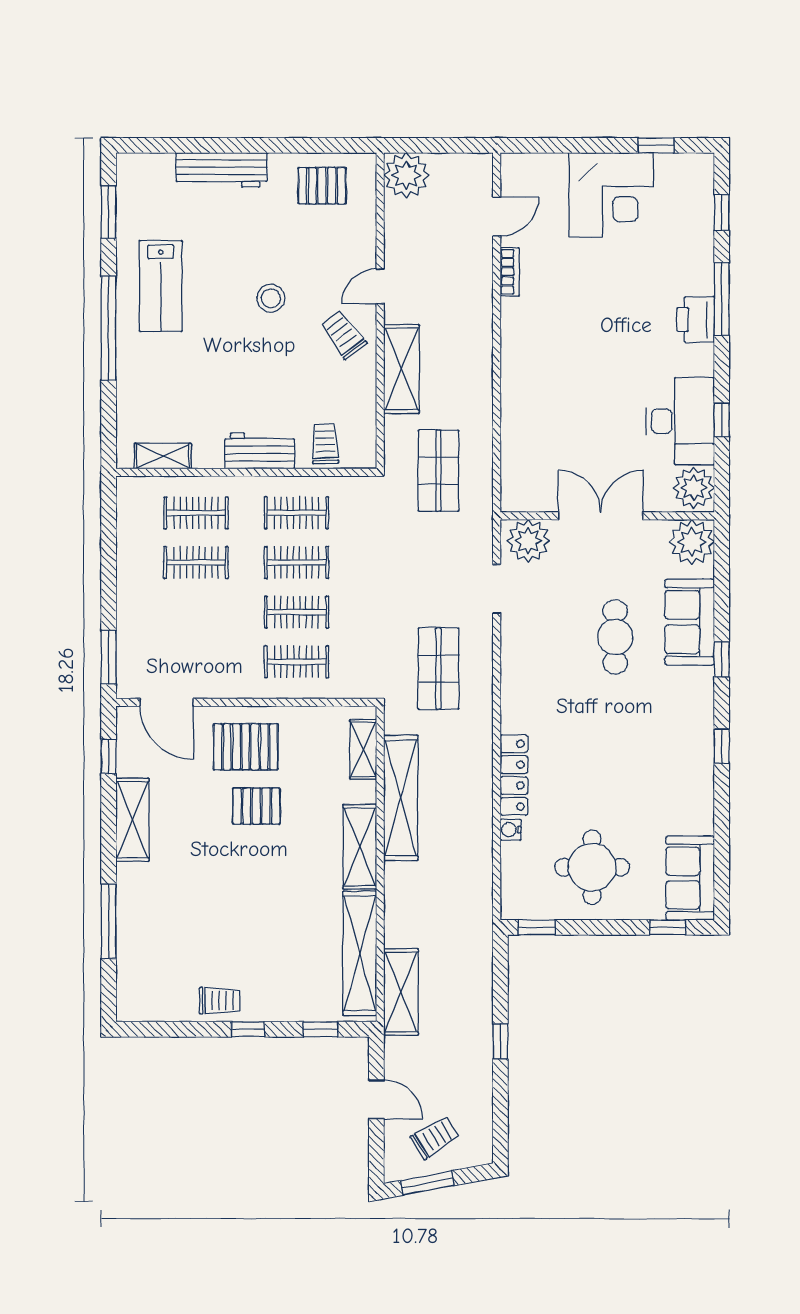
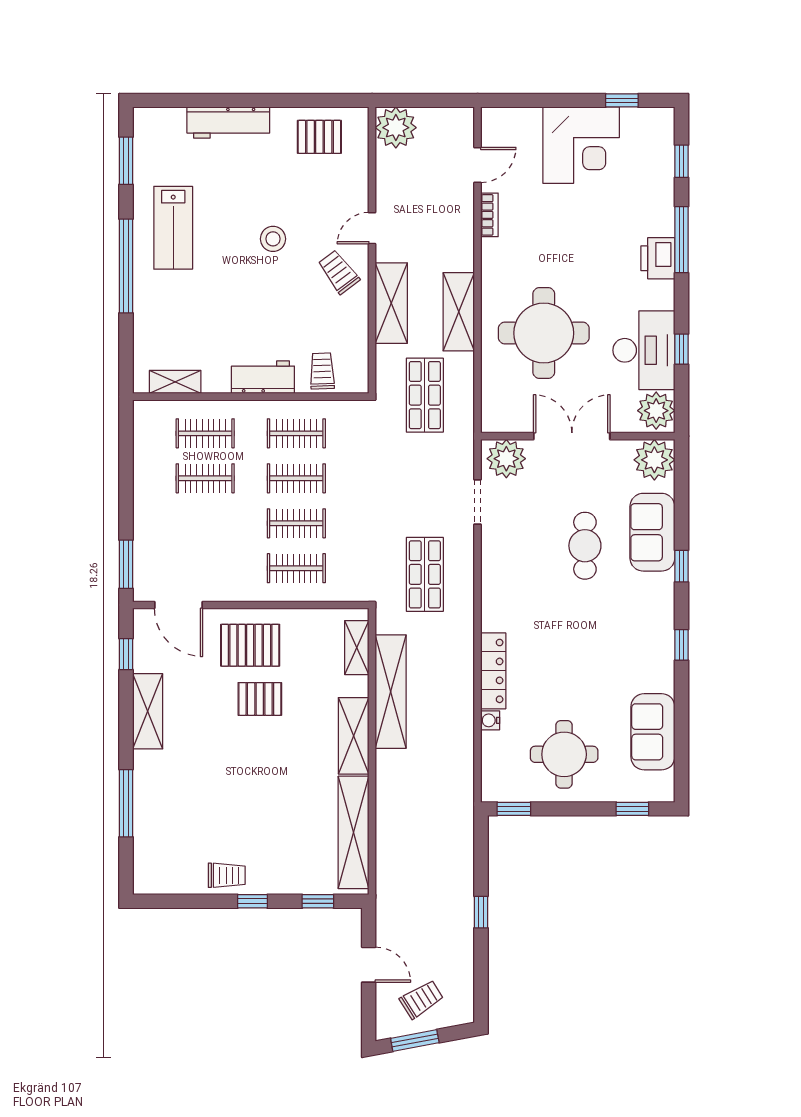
round table: (570, 402) -> (544, 333), added
sofa: (690, 878) -> (653, 732), moved
shelving: (401, 992) -> (459, 312), moved

